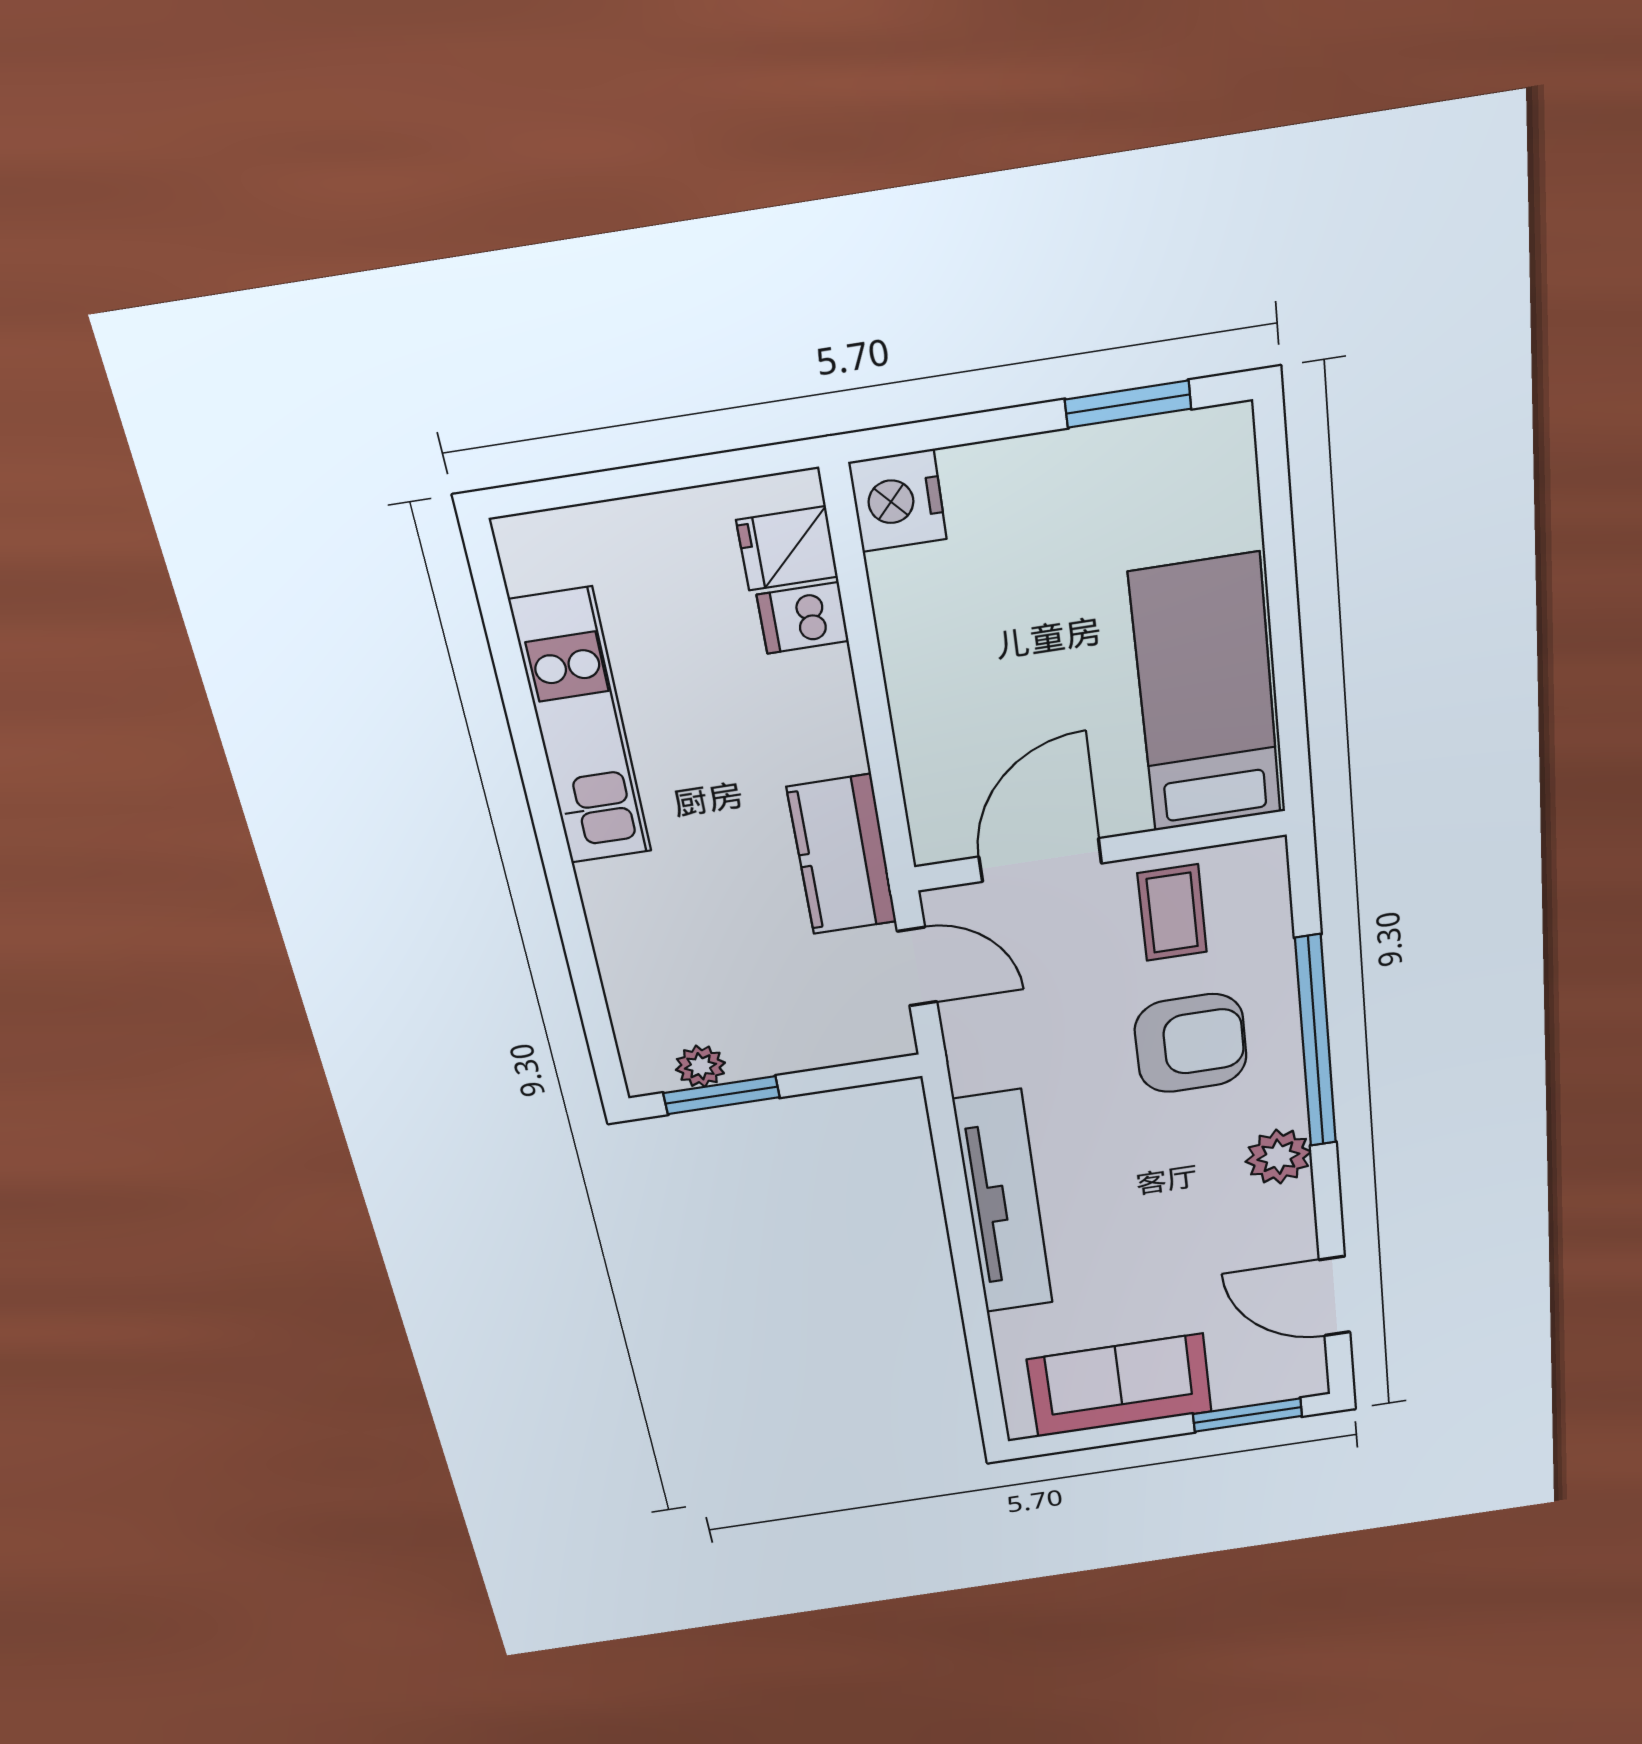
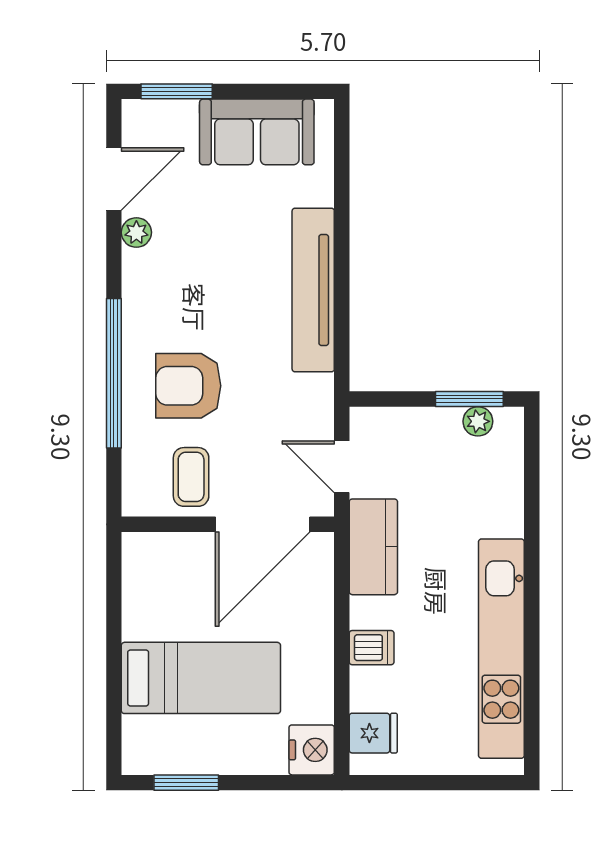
dishwasher: (803, 618) -> (372, 648), moved
bed: (1206, 695) -> (201, 678), moved, turned -90
kitchen unit: (582, 728) -> (501, 649), width x1.36
door: (1040, 860) -> (263, 524), width x1.36
plant: (1278, 1157) -> (136, 232), moved, width x0.73, depth x0.73
door: (1335, 1296) -> (114, 179), hinge flipped

